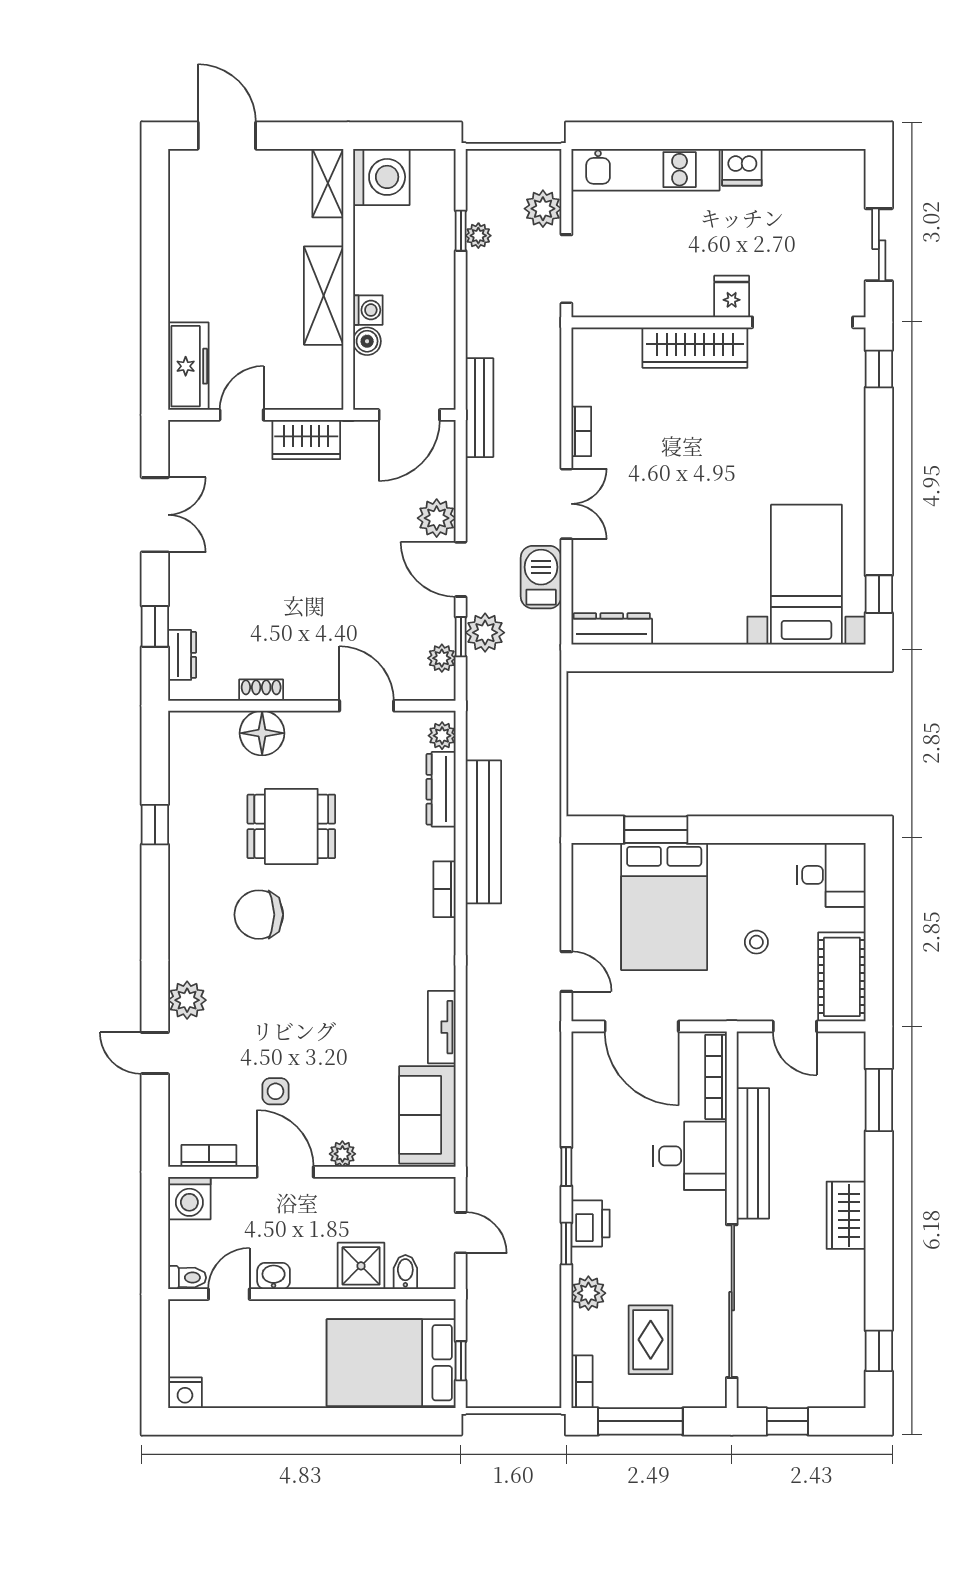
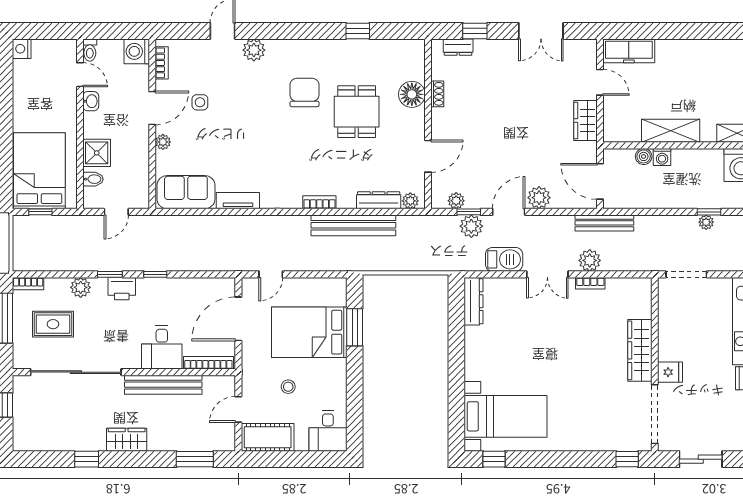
plant: (543, 209) -> (590, 260), moved
window: (879, 1351) -> (87, 459), moved

